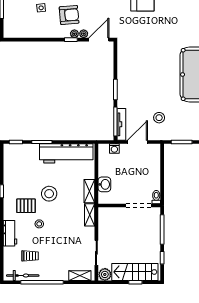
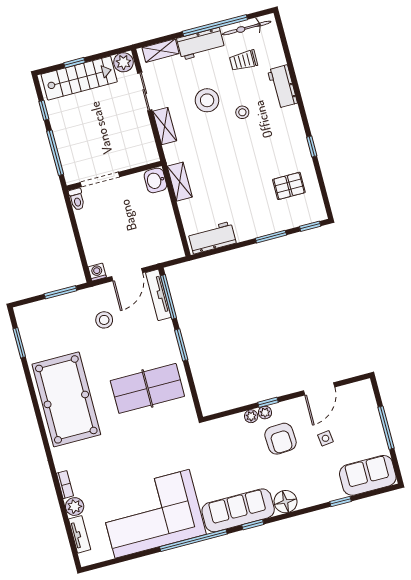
armchair: (69, 15) -> (280, 439), turned -88
door: (99, 40) -> (319, 389), moved
table tennis table: (143, 68) -> (147, 388), added
washing machine: (114, 149) -> (97, 272), moved
workbench: (66, 153) -> (212, 238), width x0.53, depth x0.76
washbasin: (104, 184) -> (155, 180), moved
stool: (49, 194) -> (207, 100), moved
pallet: (26, 206) -> (289, 186), moved
shelving: (90, 215) -> (165, 126), moved
workbench: (54, 273) -> (201, 44), added

